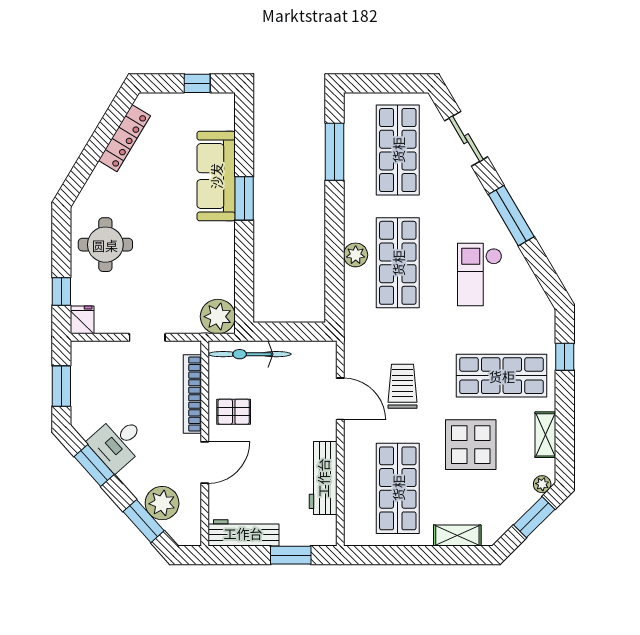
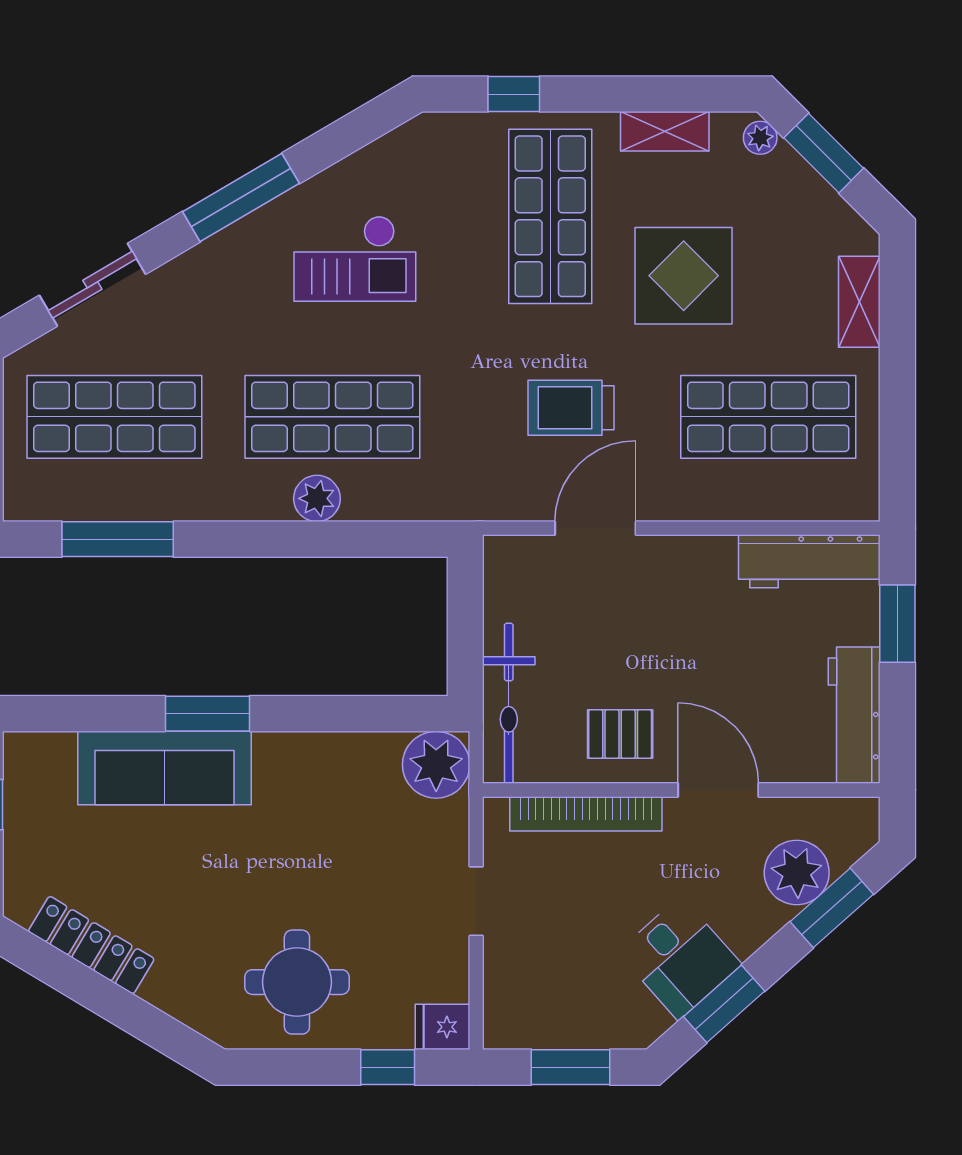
pallet: (234, 412) -> (620, 734), turned 90
workbench: (323, 478) -> (809, 561), moved

